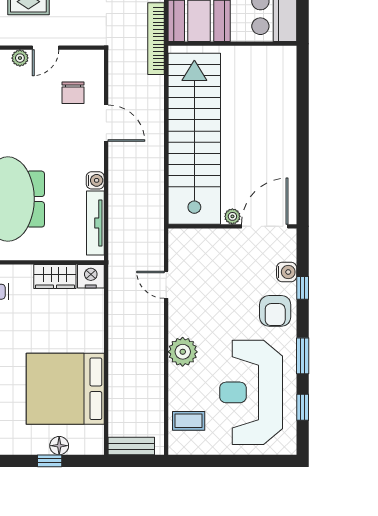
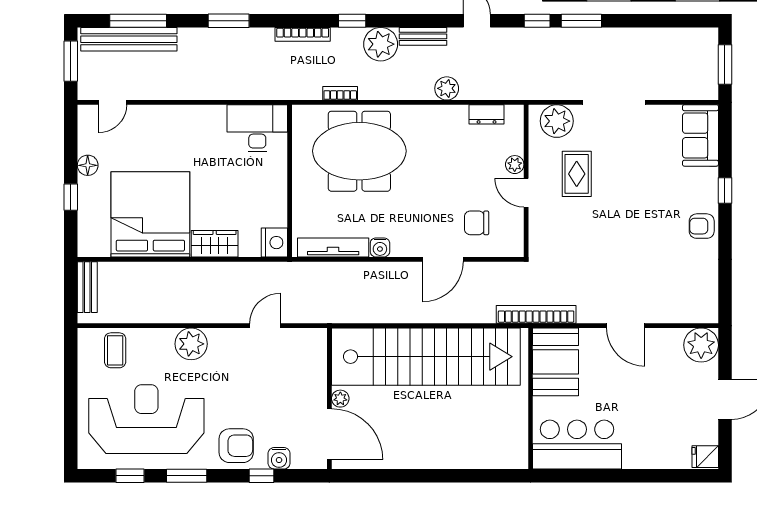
wardrobe: (55, 277) -> (215, 244), moved, turned 90
armchair: (275, 311) -> (236, 446), turned 180
floor lamp: (59, 446) -> (88, 165), moved

